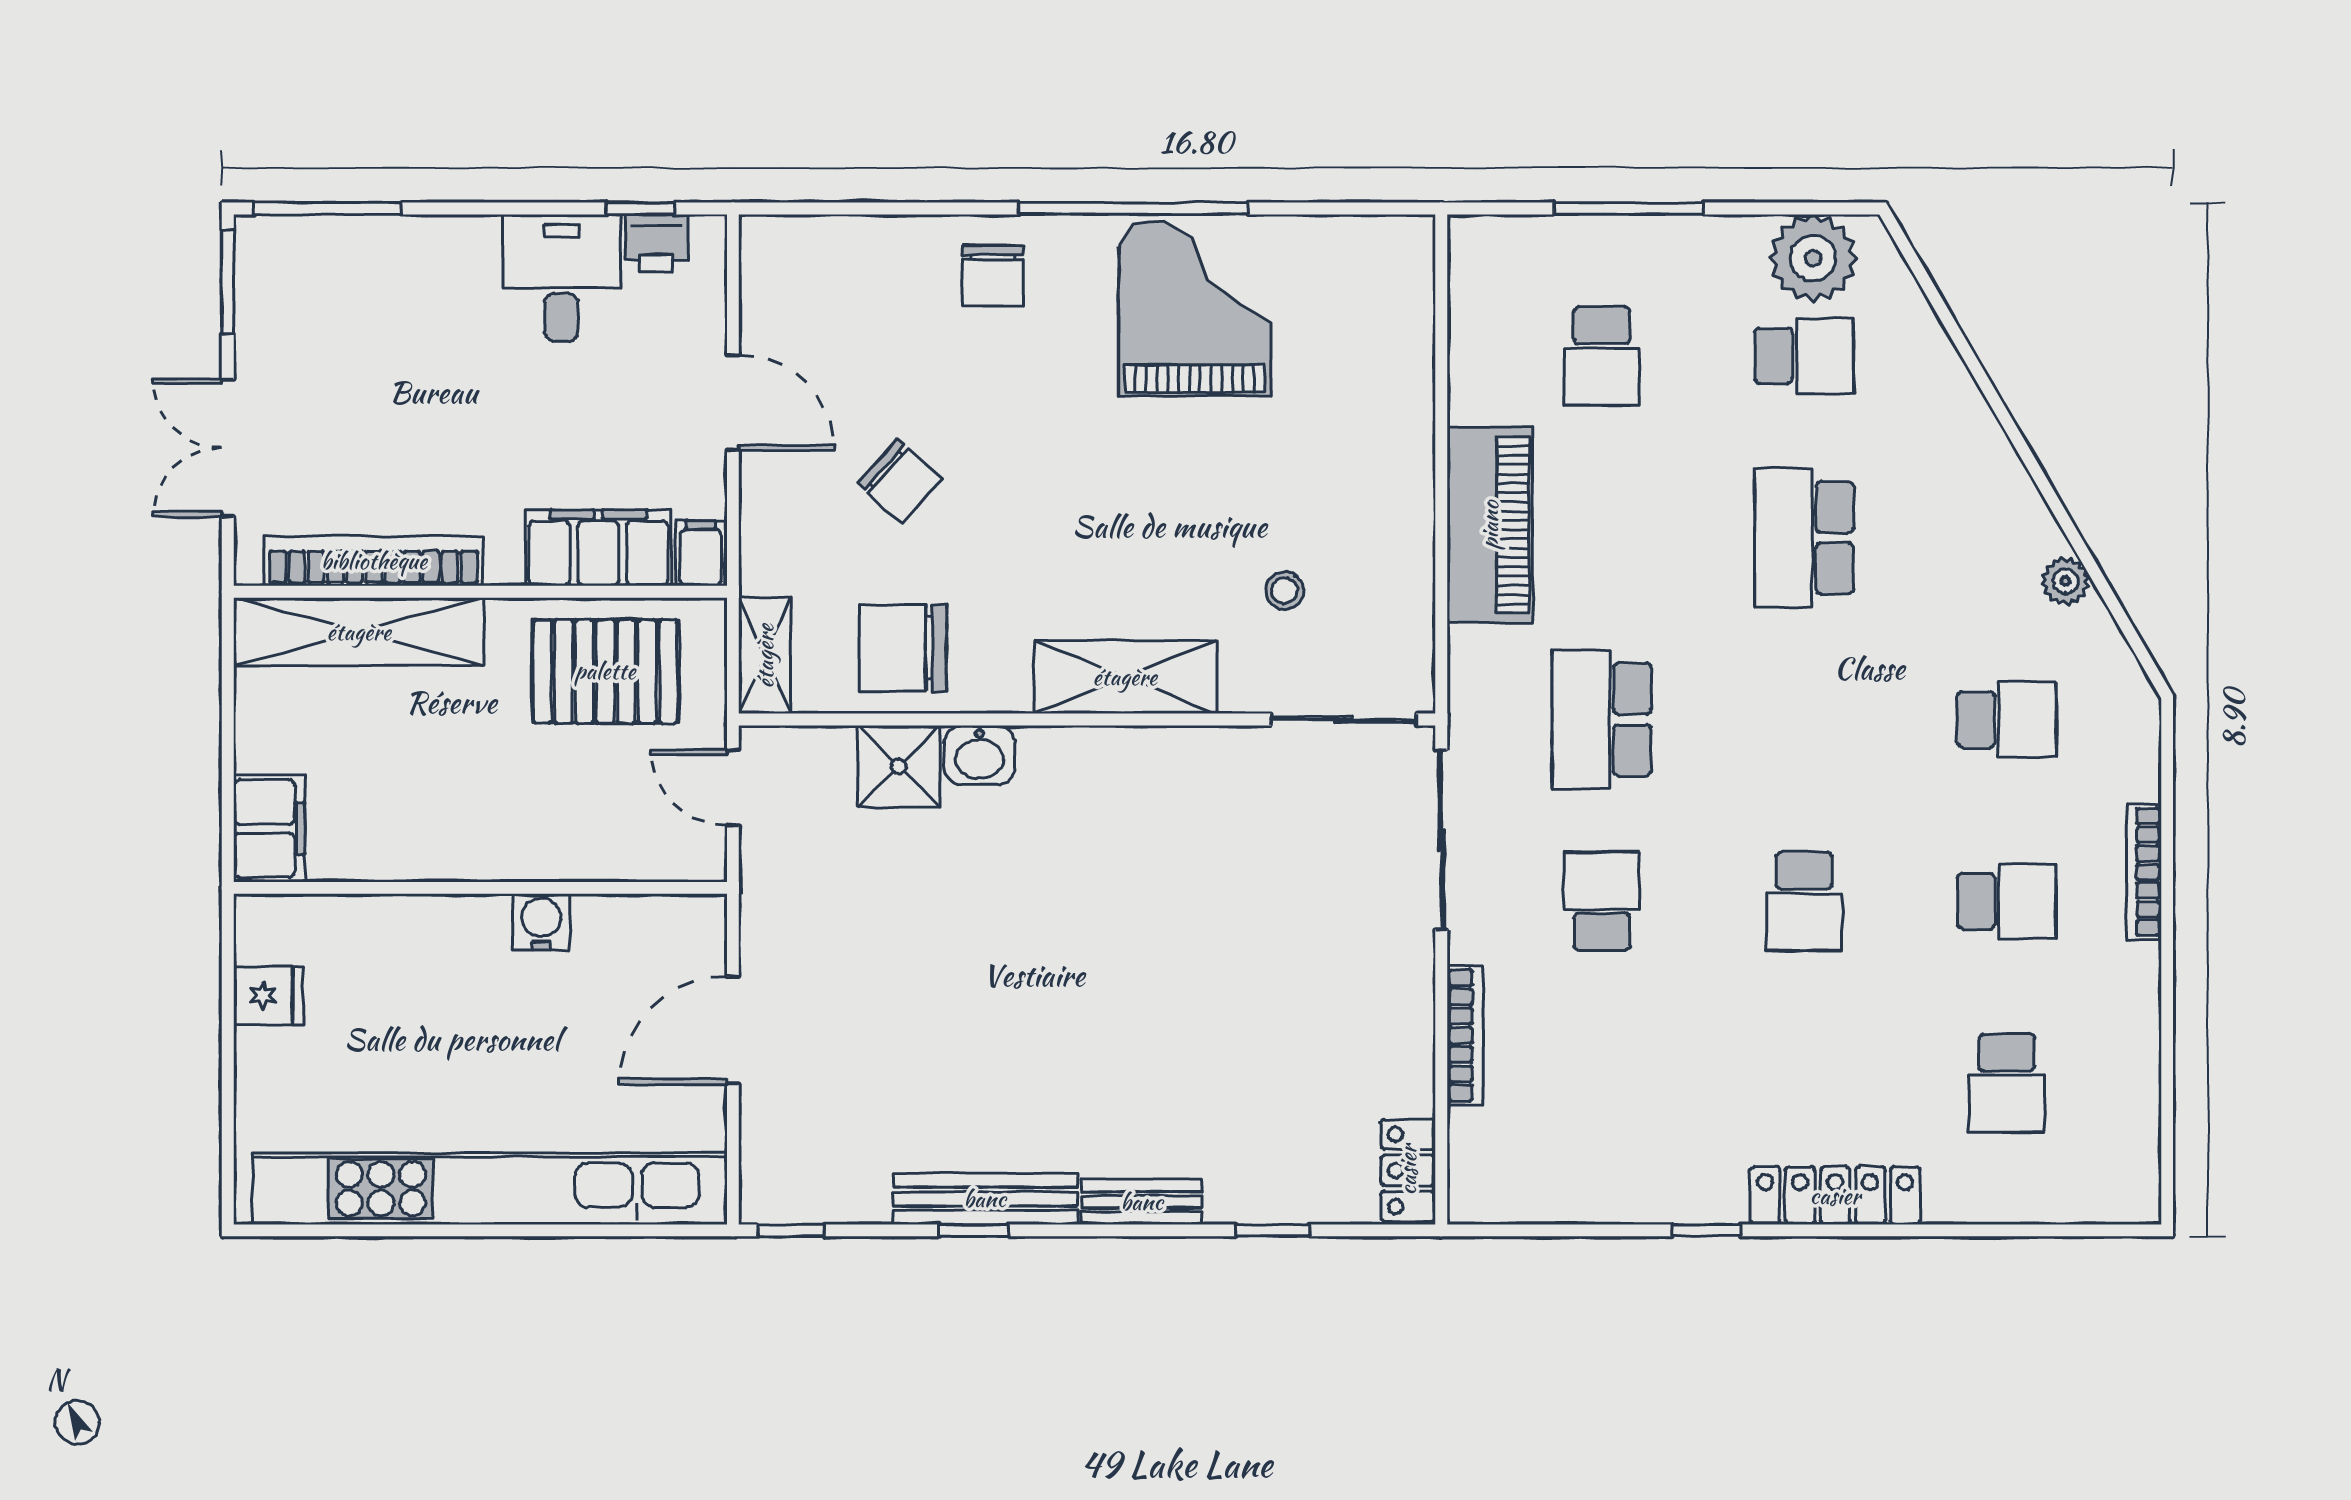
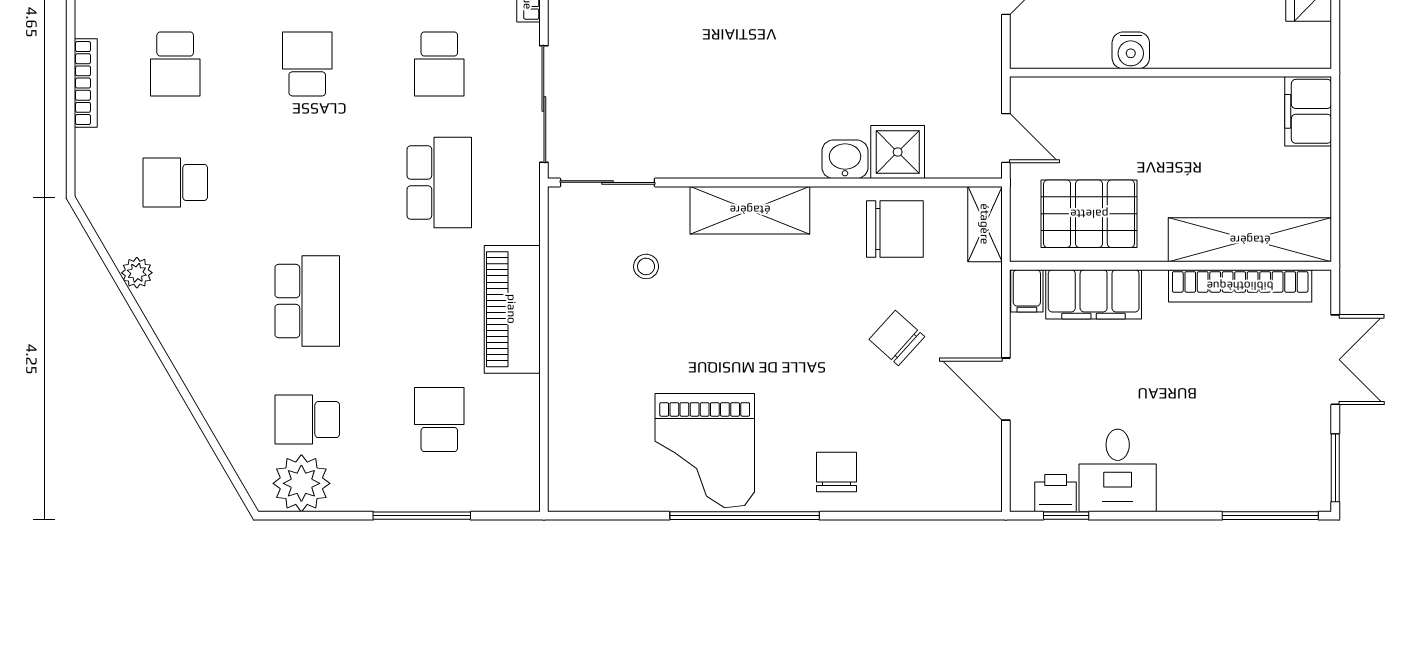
school desk: (2007, 901) -> (175, 64), turned -90

